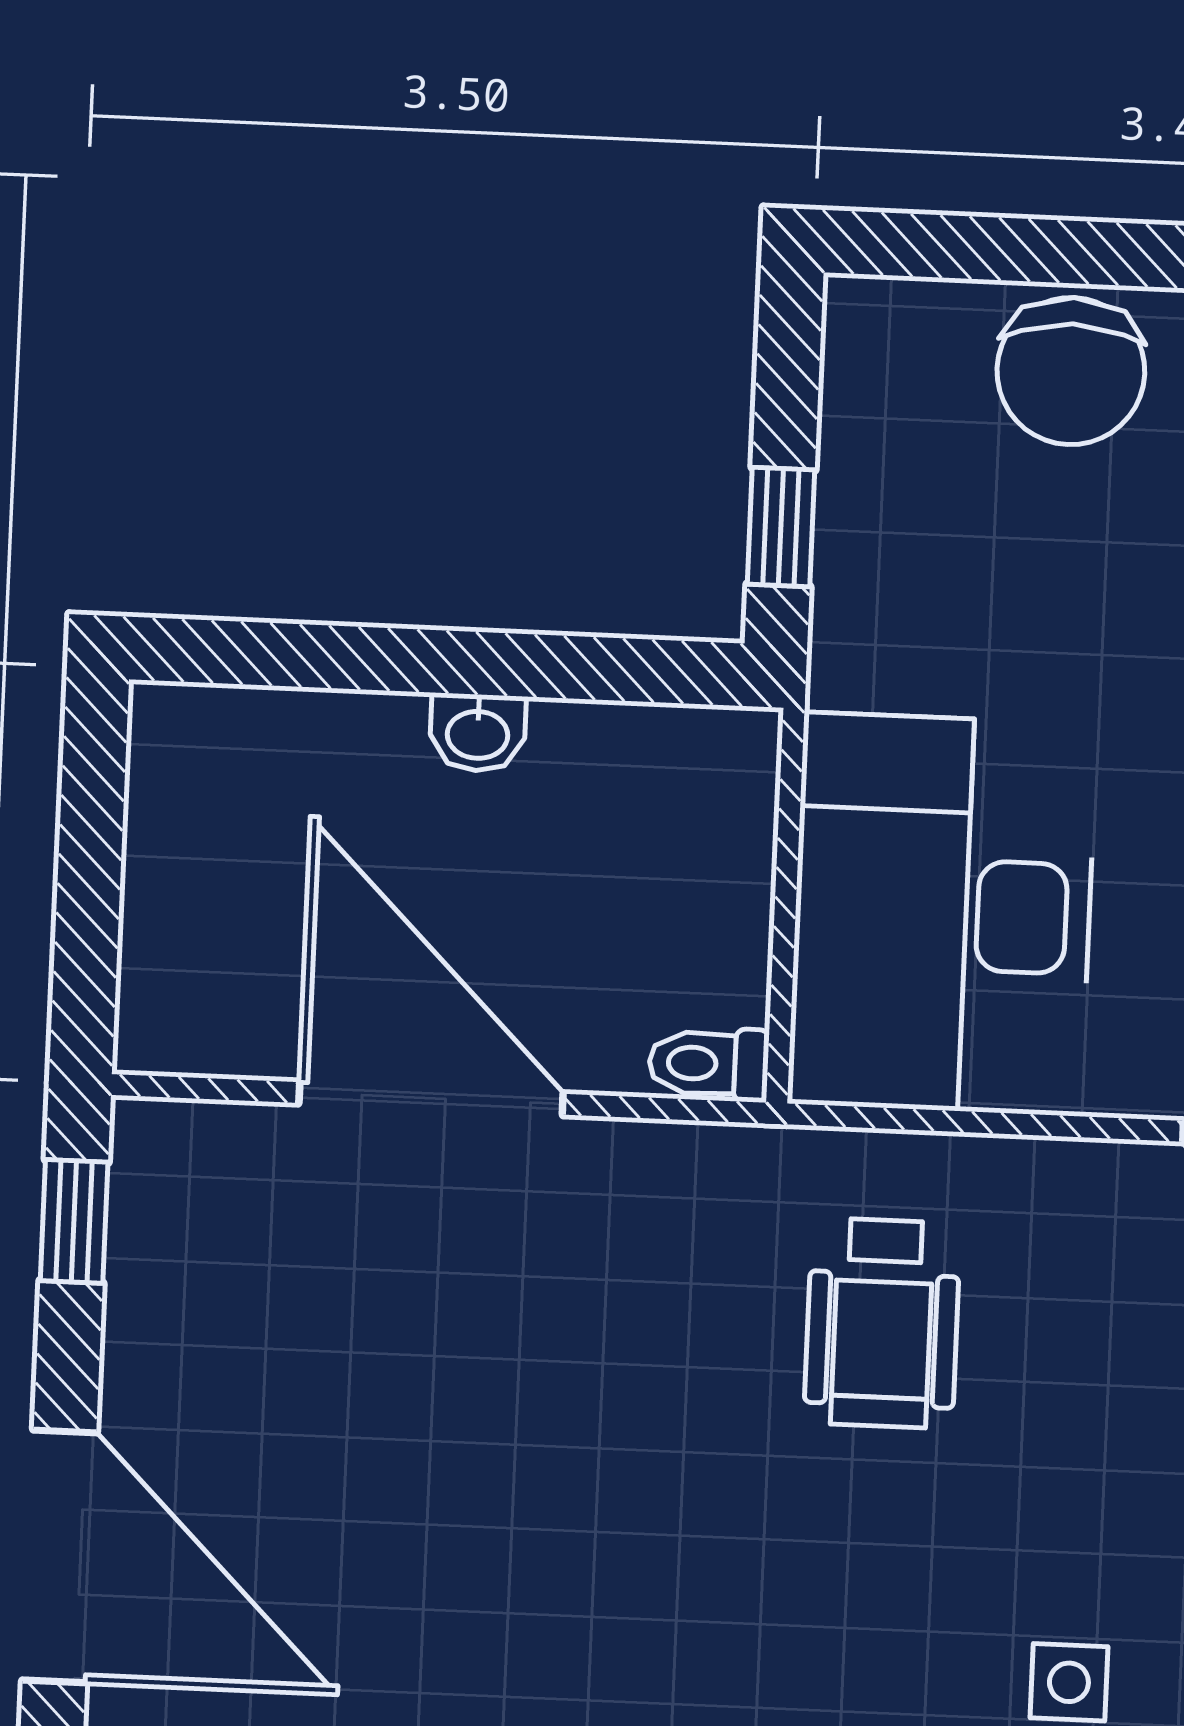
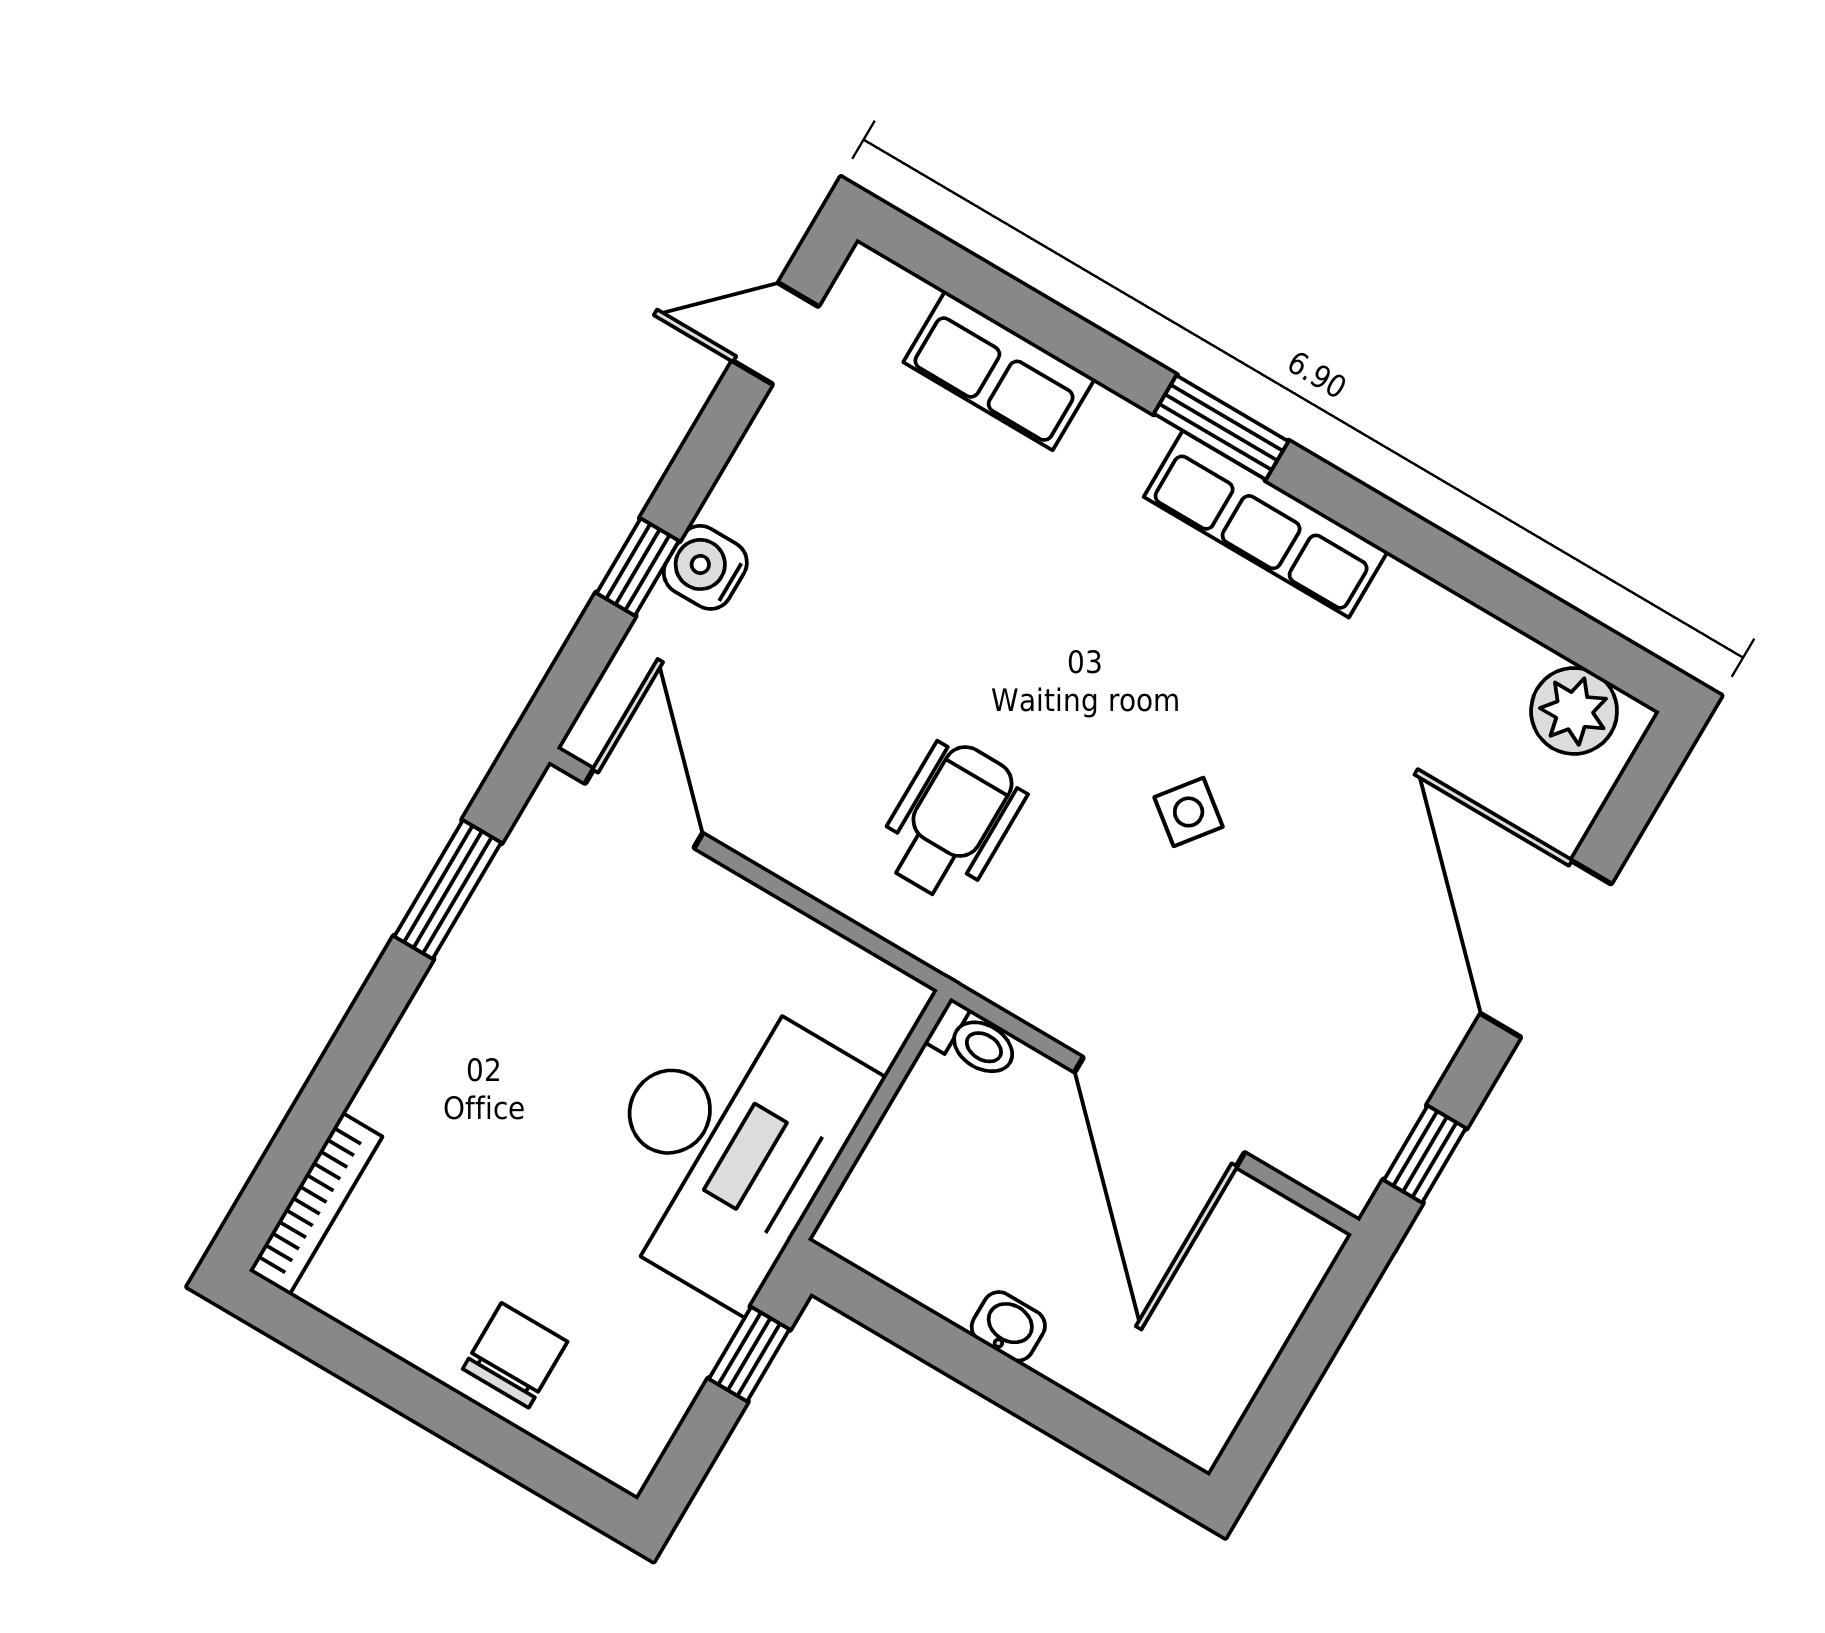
chair: (1071, 371) -> (515, 1355), width x0.73, depth x0.73
desk: (942, 914) -> (726, 1145), moved
side table: (1069, 1682) -> (1189, 812), moved, turned 38

